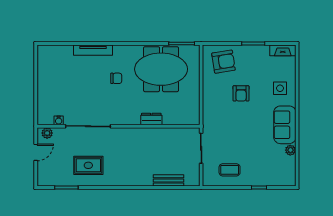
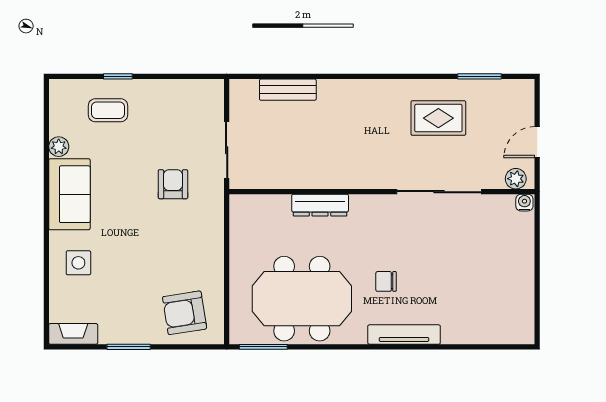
tv unit: (93, 50) -> (404, 335), moved
armchair: (241, 93) -> (173, 184), moved
dresser: (151, 119) -> (320, 205), width x1.44
water cooler: (59, 120) -> (524, 203), moved
coffee table: (230, 170) -> (108, 110), moved

